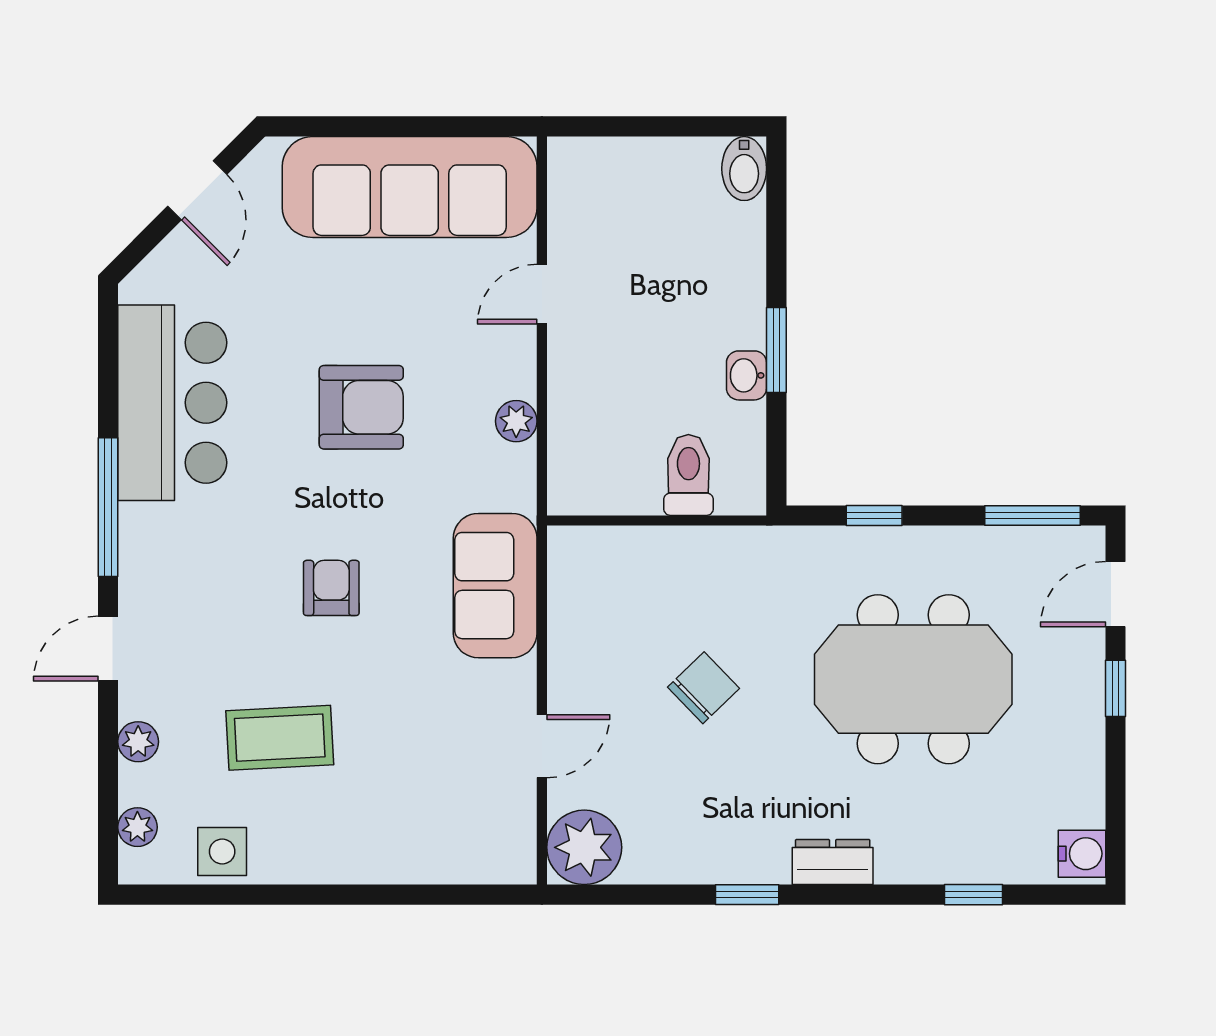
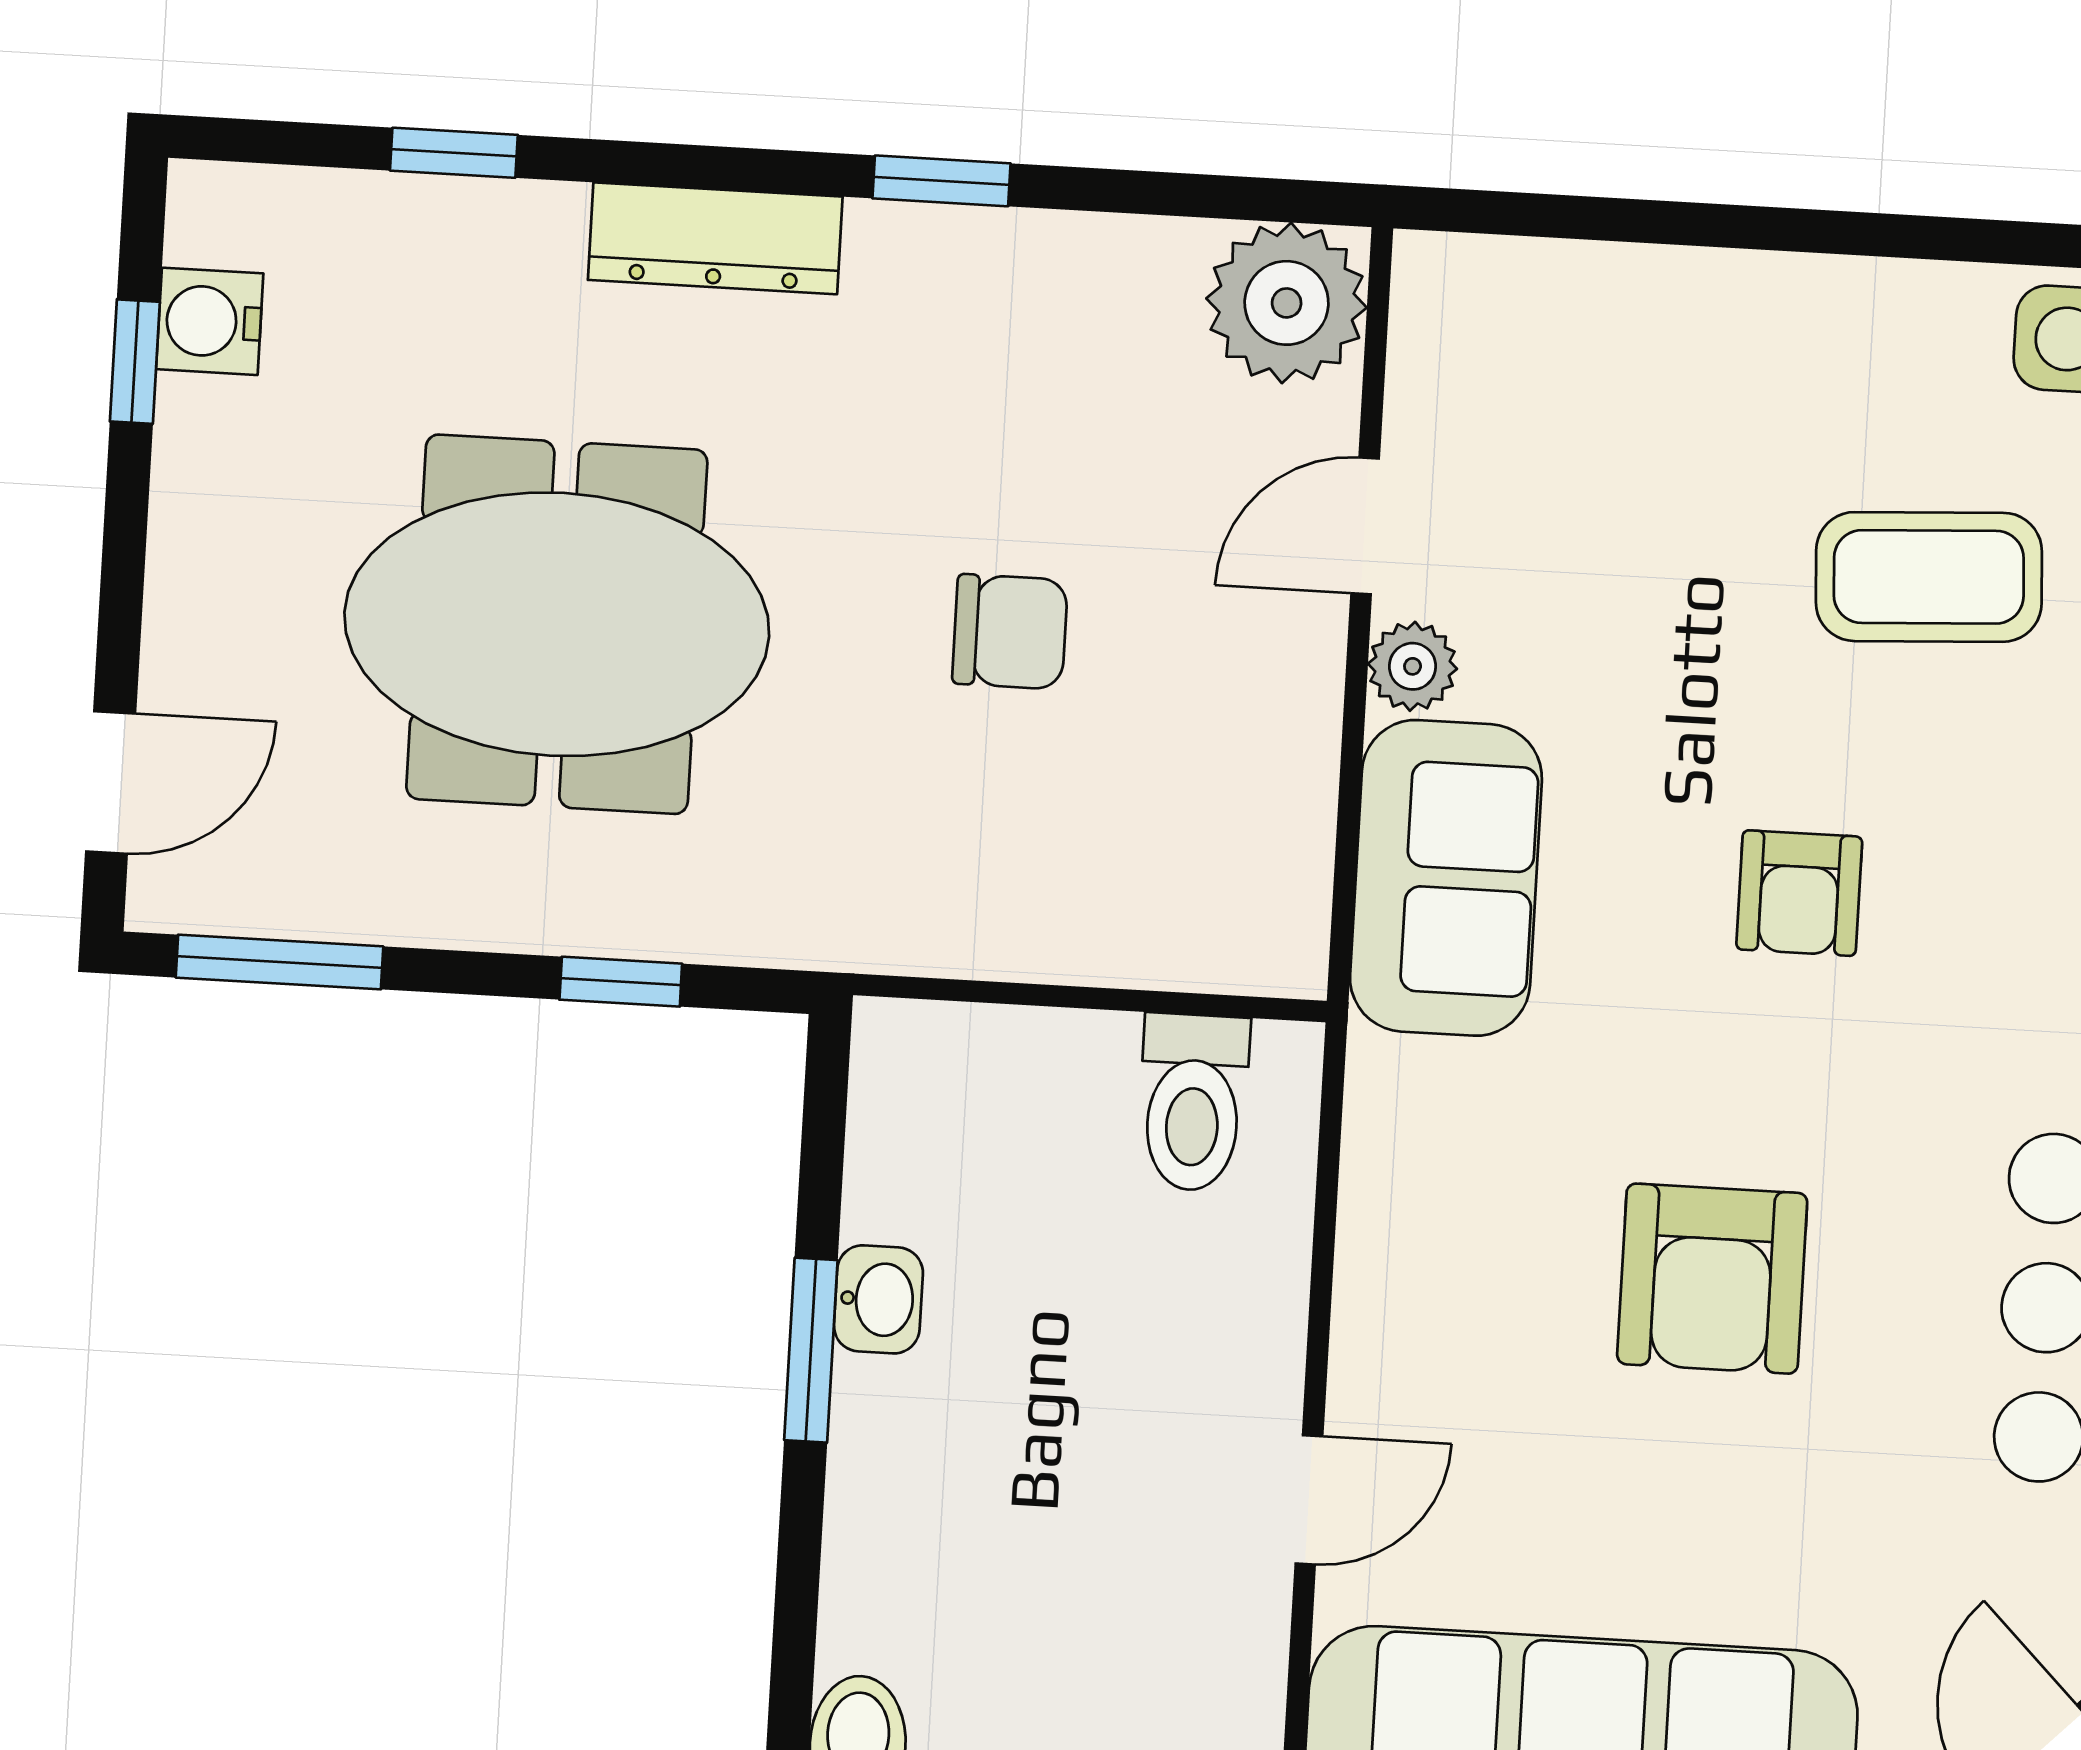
armchair: (361, 407) -> (1712, 1279), turned -90
plant: (516, 421) -> (1413, 666), moved
toilet: (688, 475) -> (1193, 1102), moved
chair: (703, 688) -> (1010, 632), turned -136
window: (1116, 688) -> (135, 362), moved
water cooler: (1082, 854) -> (210, 321), moved
dresser: (833, 862) -> (715, 238), width x1.44

